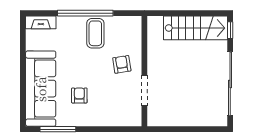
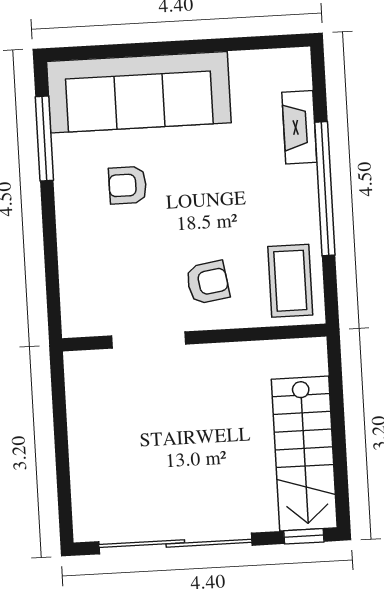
fireplace: (41, 22) -> (299, 127), moved
coffee table: (95, 33) -> (290, 281), moved, turned 90
armchair: (79, 95) -> (128, 185), turned 180

